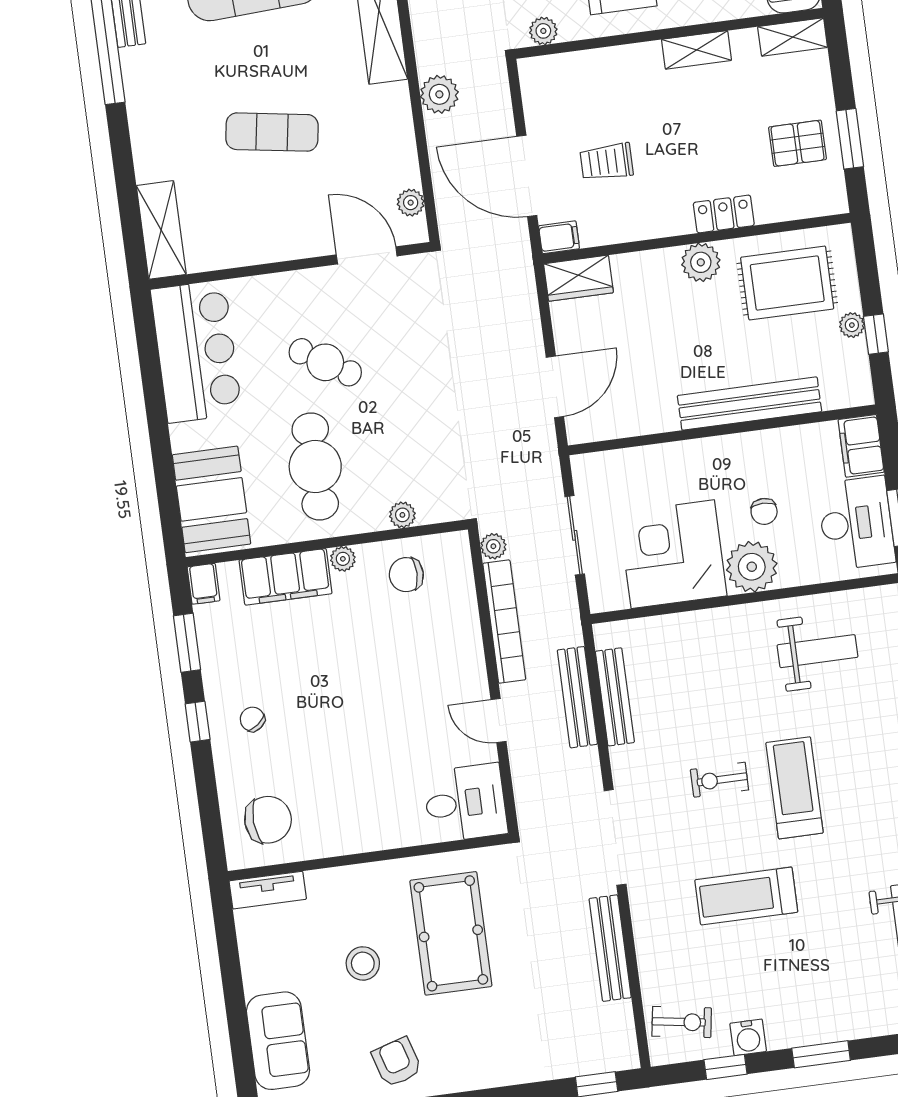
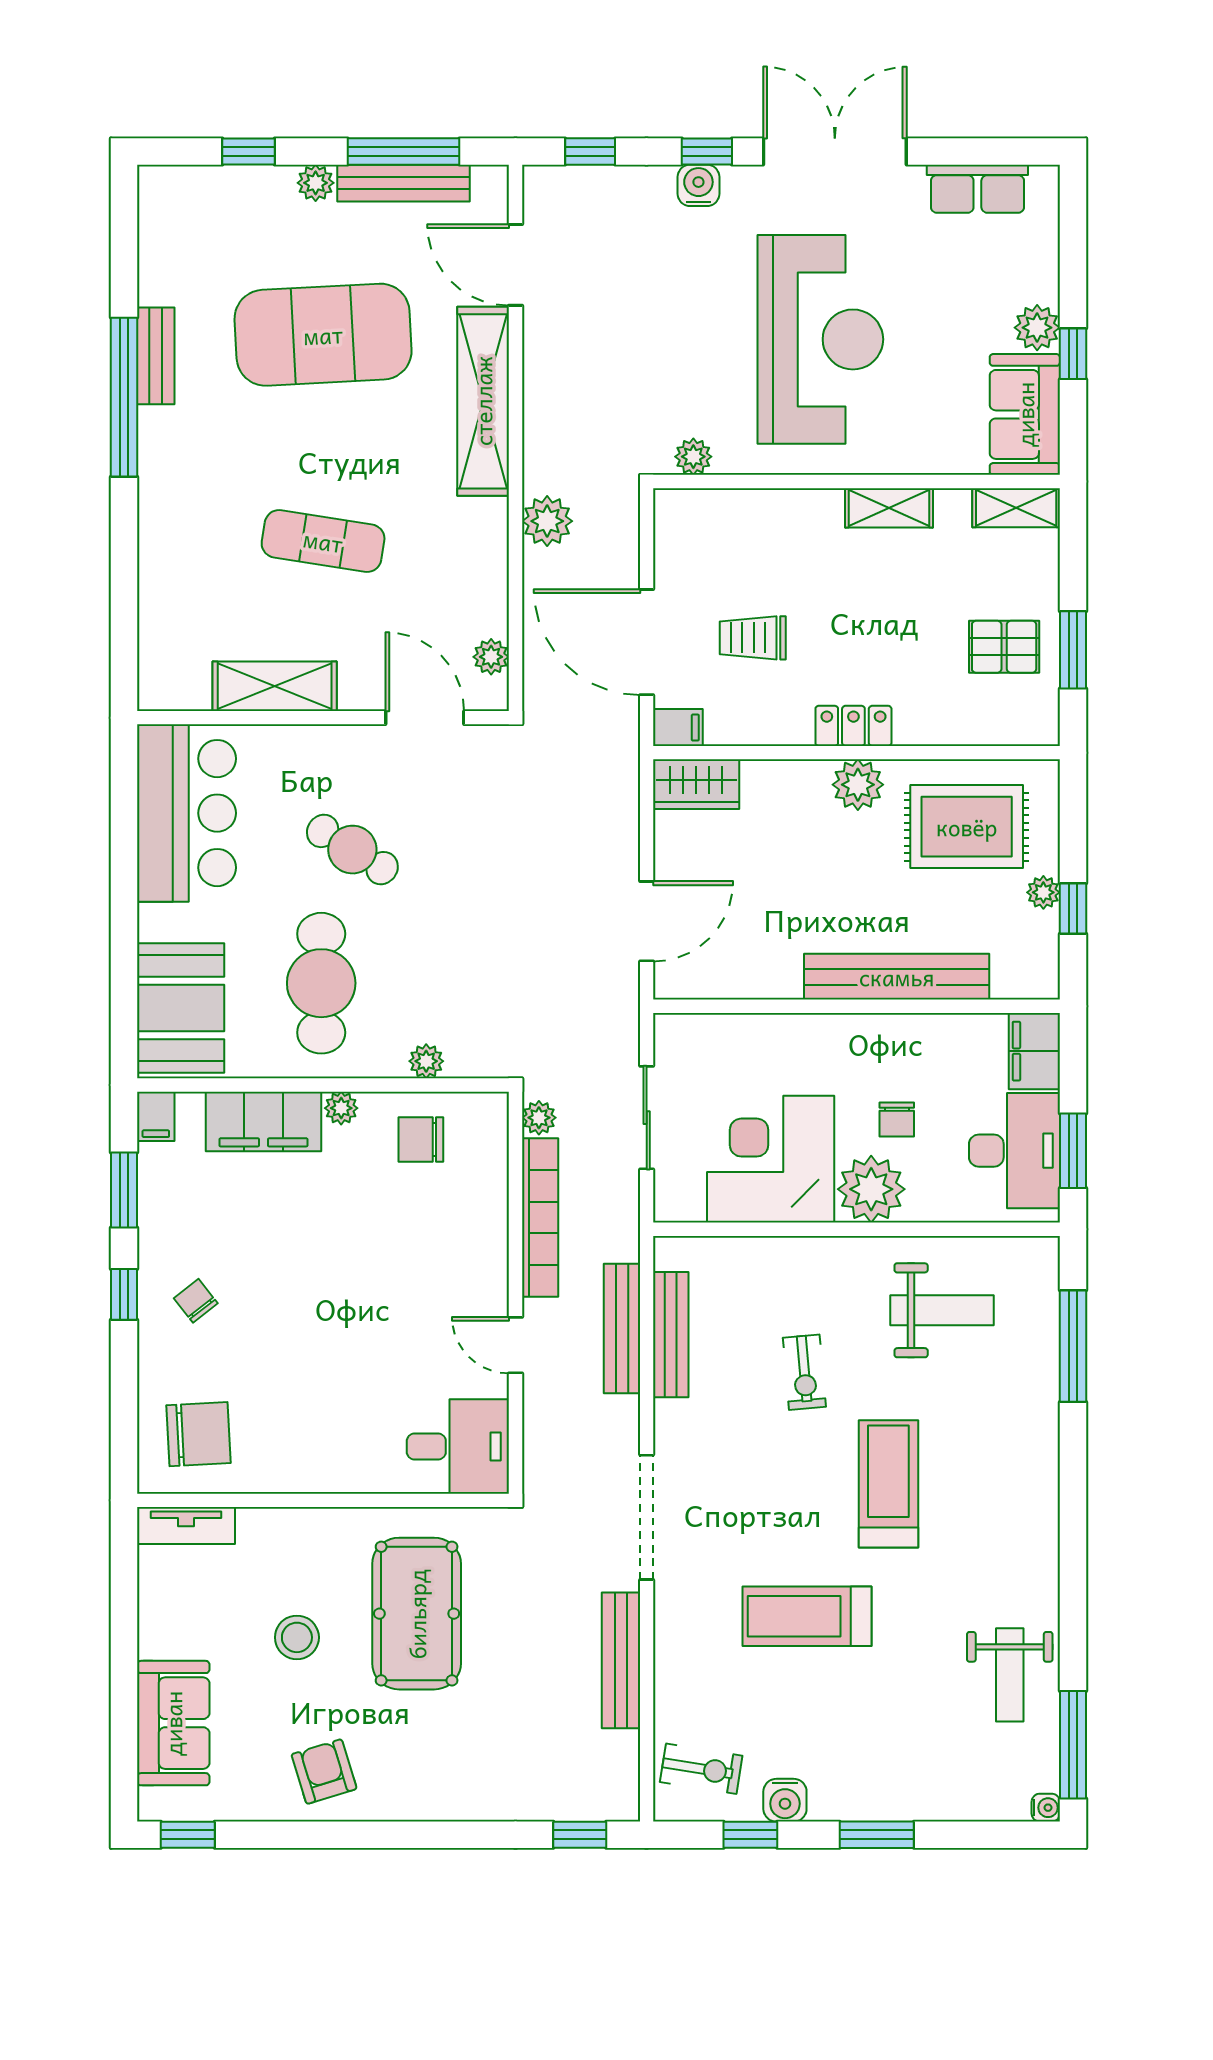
locker: (724, 214) -> (853, 726), moved
shelving: (161, 230) -> (275, 686), moved, turned 90
exercise bike: (719, 780) -> (804, 1372), moved, turned -95

